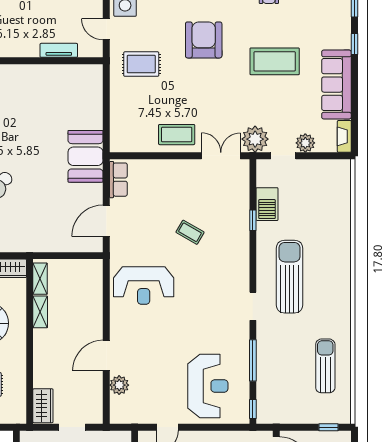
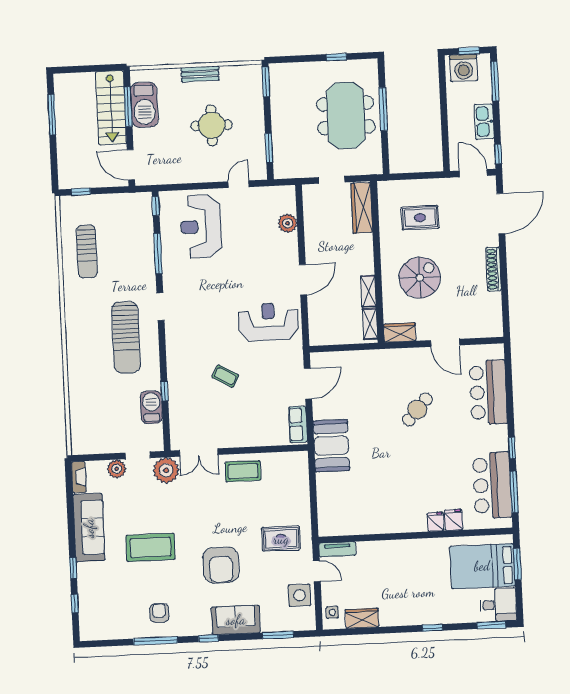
tv unit: (59, 50) -> (337, 549), moved
door: (106, 355) -> (303, 280), moved
wardrobe: (43, 406) -> (362, 208), width x1.50

